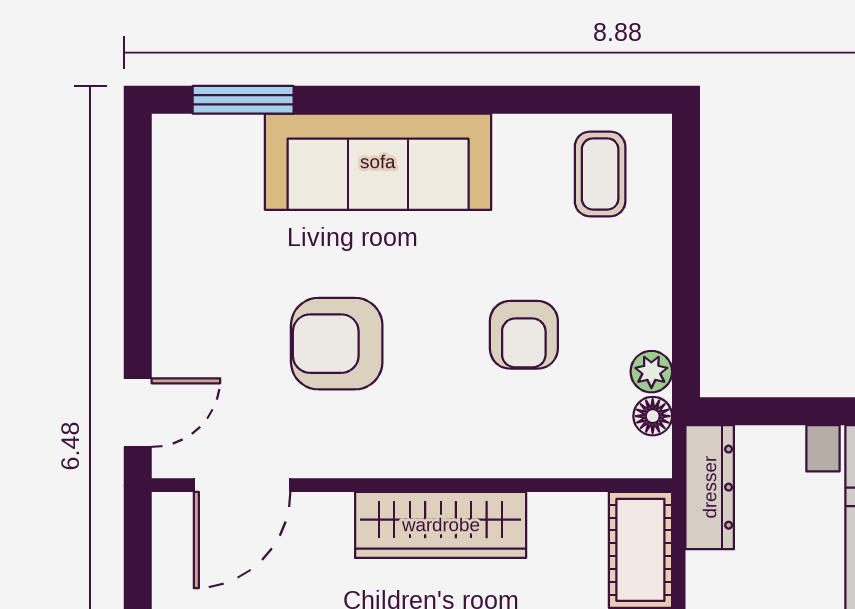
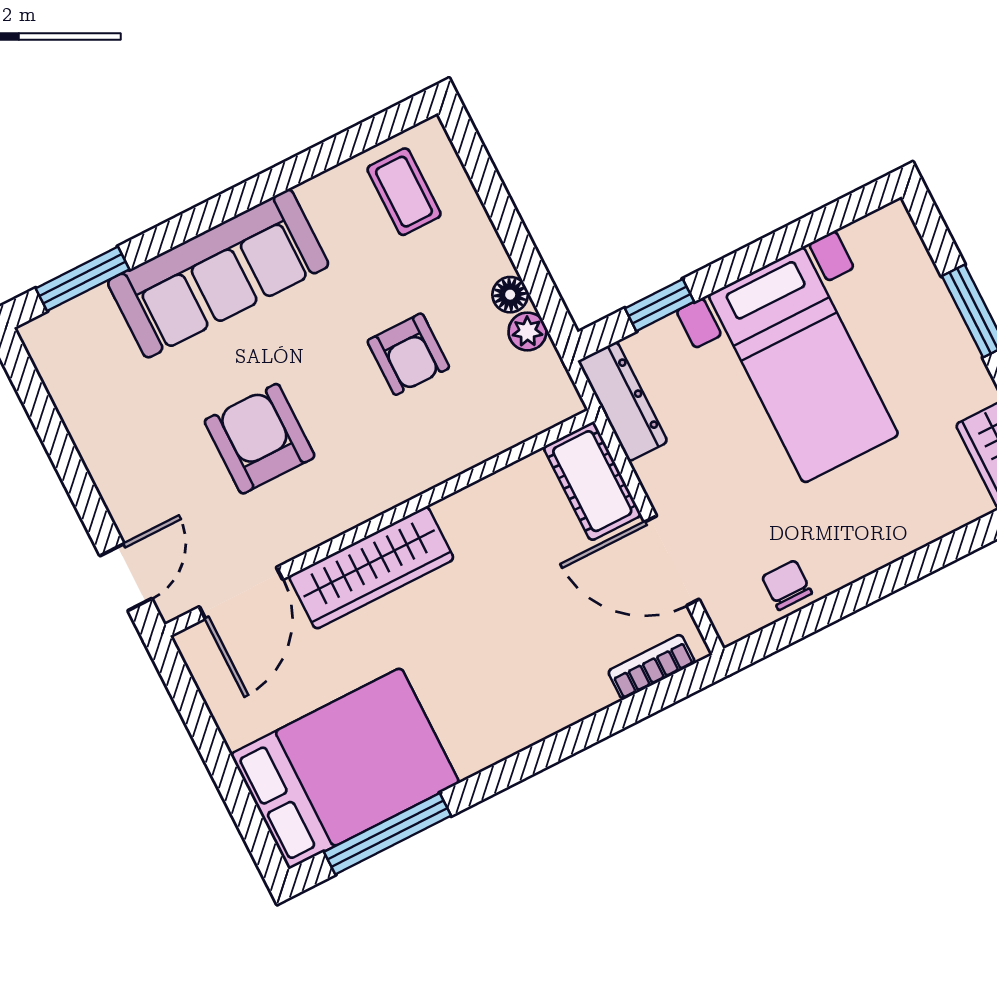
armchair: (337, 344) -> (260, 439), turned 90
window: (793, 411) -> (659, 305), added
floor lamp: (653, 416) -> (510, 295), moved
wardrobe: (441, 525) -> (371, 568), moved

